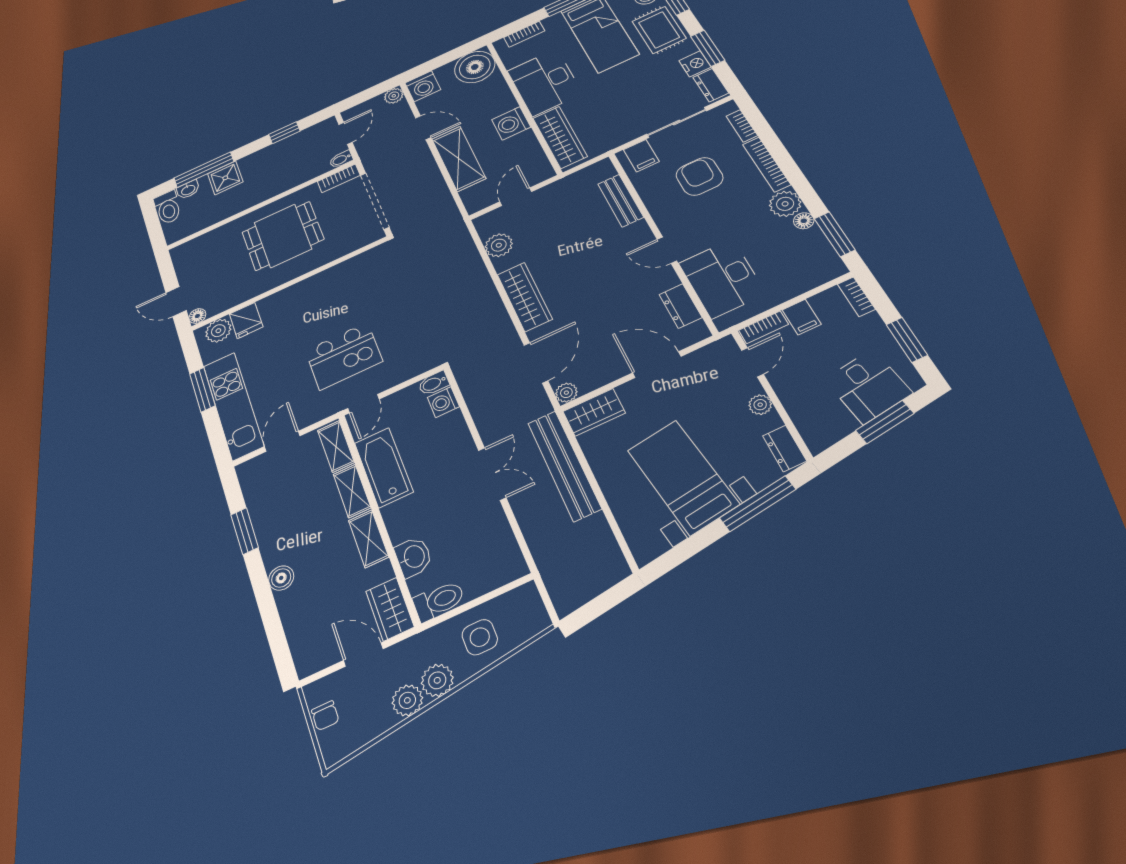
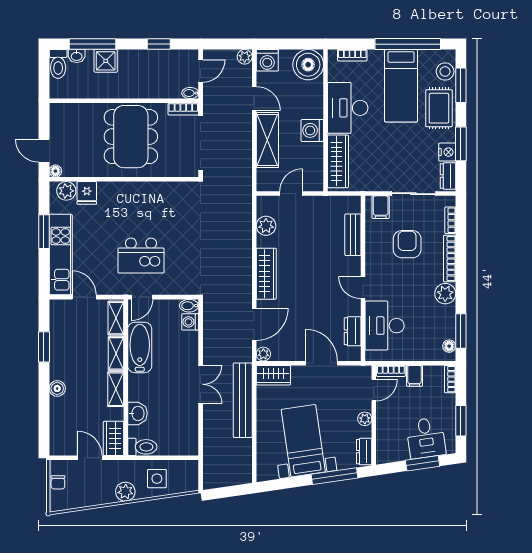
floor lamp: (804, 221) -> (449, 346), moved
dining table: (283, 236) -> (131, 137), width x1.38
door: (282, 441) -> (84, 297), hinge flipped
plant: (407, 700) -> (105, 495), removed

